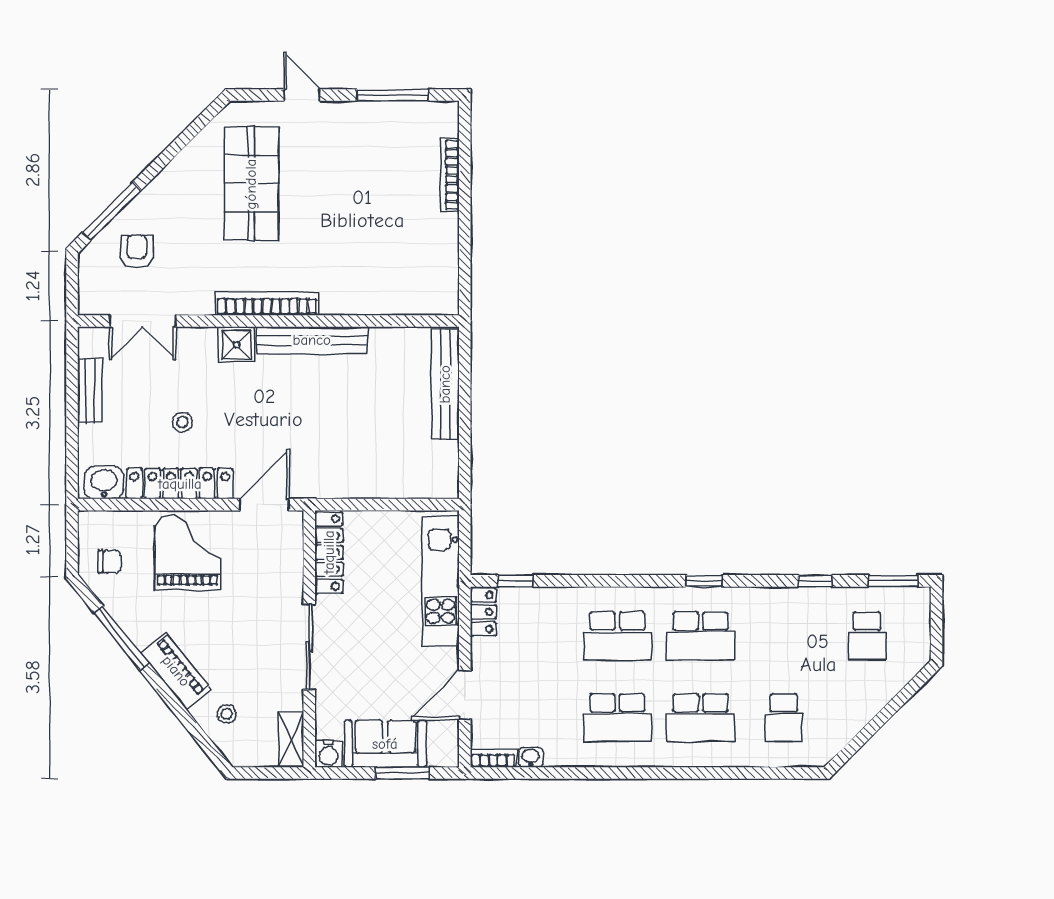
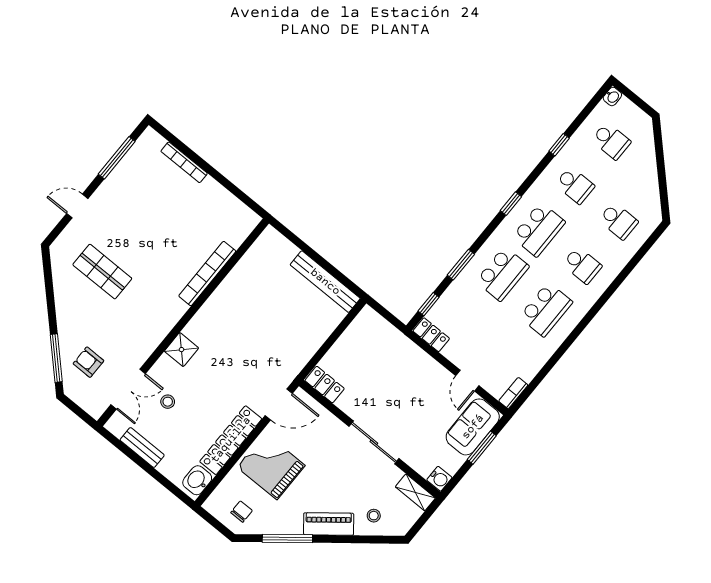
shop shelf: (251, 184) -> (102, 272), width x0.70, depth x0.74
bookcase: (267, 304) -> (207, 274), moved
bench: (312, 340) -> (212, 307), removed
bench: (445, 384) -> (325, 282), moved
stool: (182, 422) -> (168, 402), moved
door: (264, 505) -> (279, 404), swing flipped
locker: (329, 552) -> (325, 385), width x0.66
kitchen unit: (441, 581) -> (396, 344), removed
window: (893, 581) -> (461, 265), moved
school desk: (784, 636) -> (575, 185), added
door: (465, 695) -> (467, 381), width x0.73
school desk: (701, 718) -> (582, 265), width x0.54
sofa: (385, 744) -> (473, 427), moved
washbasin: (531, 757) -> (612, 96), moved, turned 180

